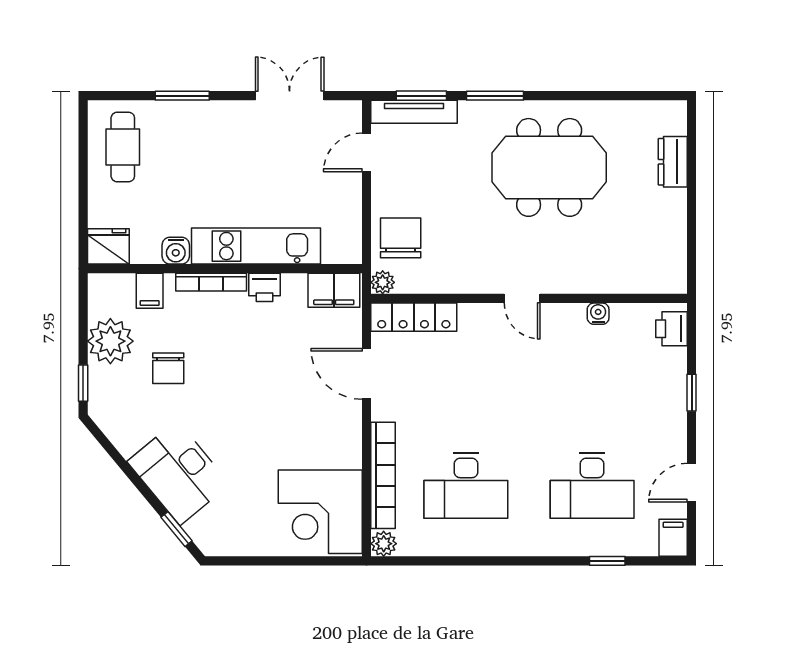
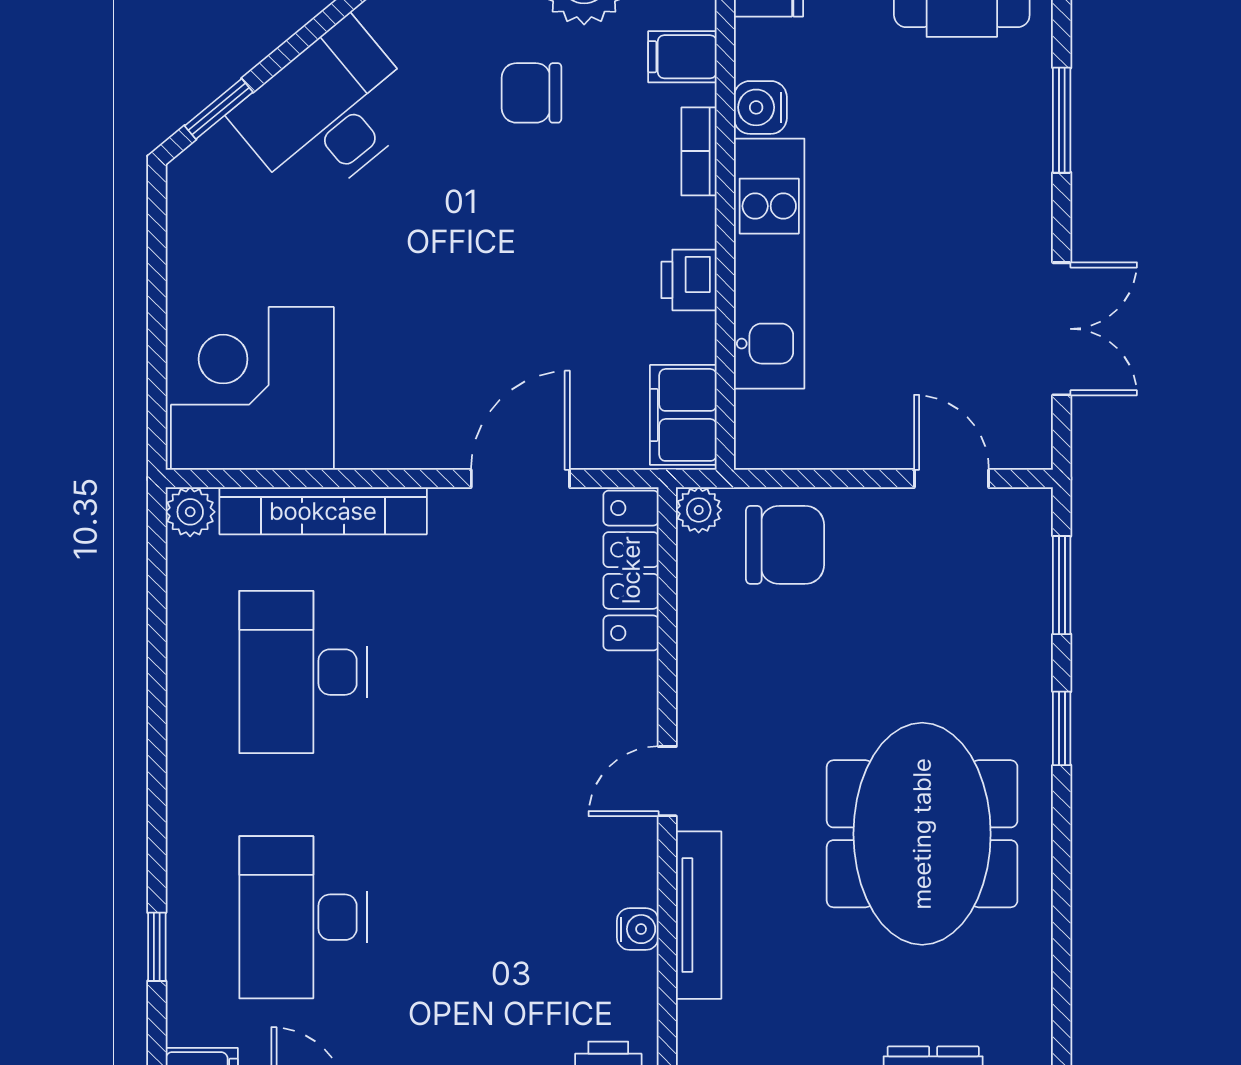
window: (495, 96) -> (1062, 728), width x0.67
tv unit: (414, 112) -> (699, 915), moved, turned 180
bookcase: (211, 282) -> (699, 151), width x0.64

